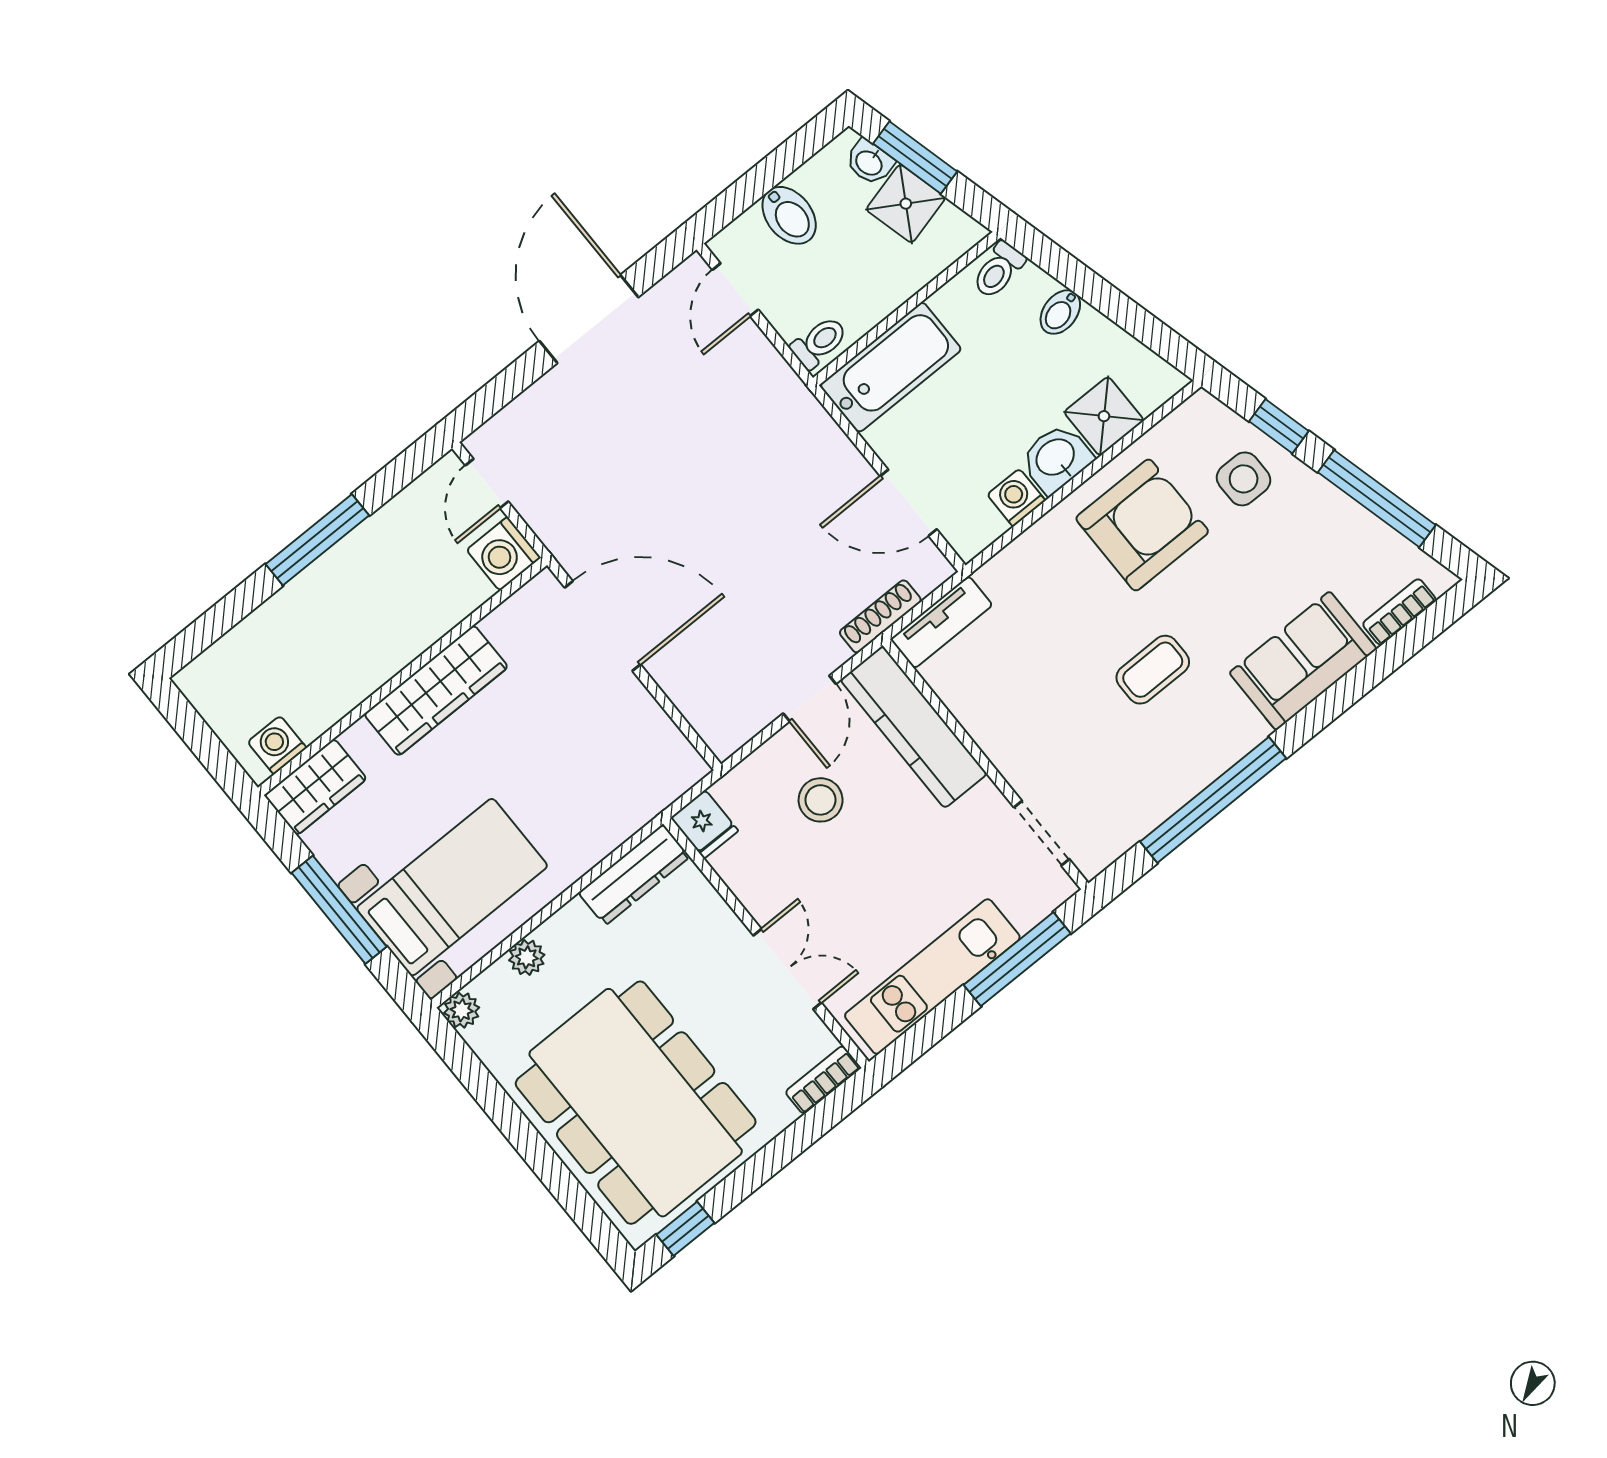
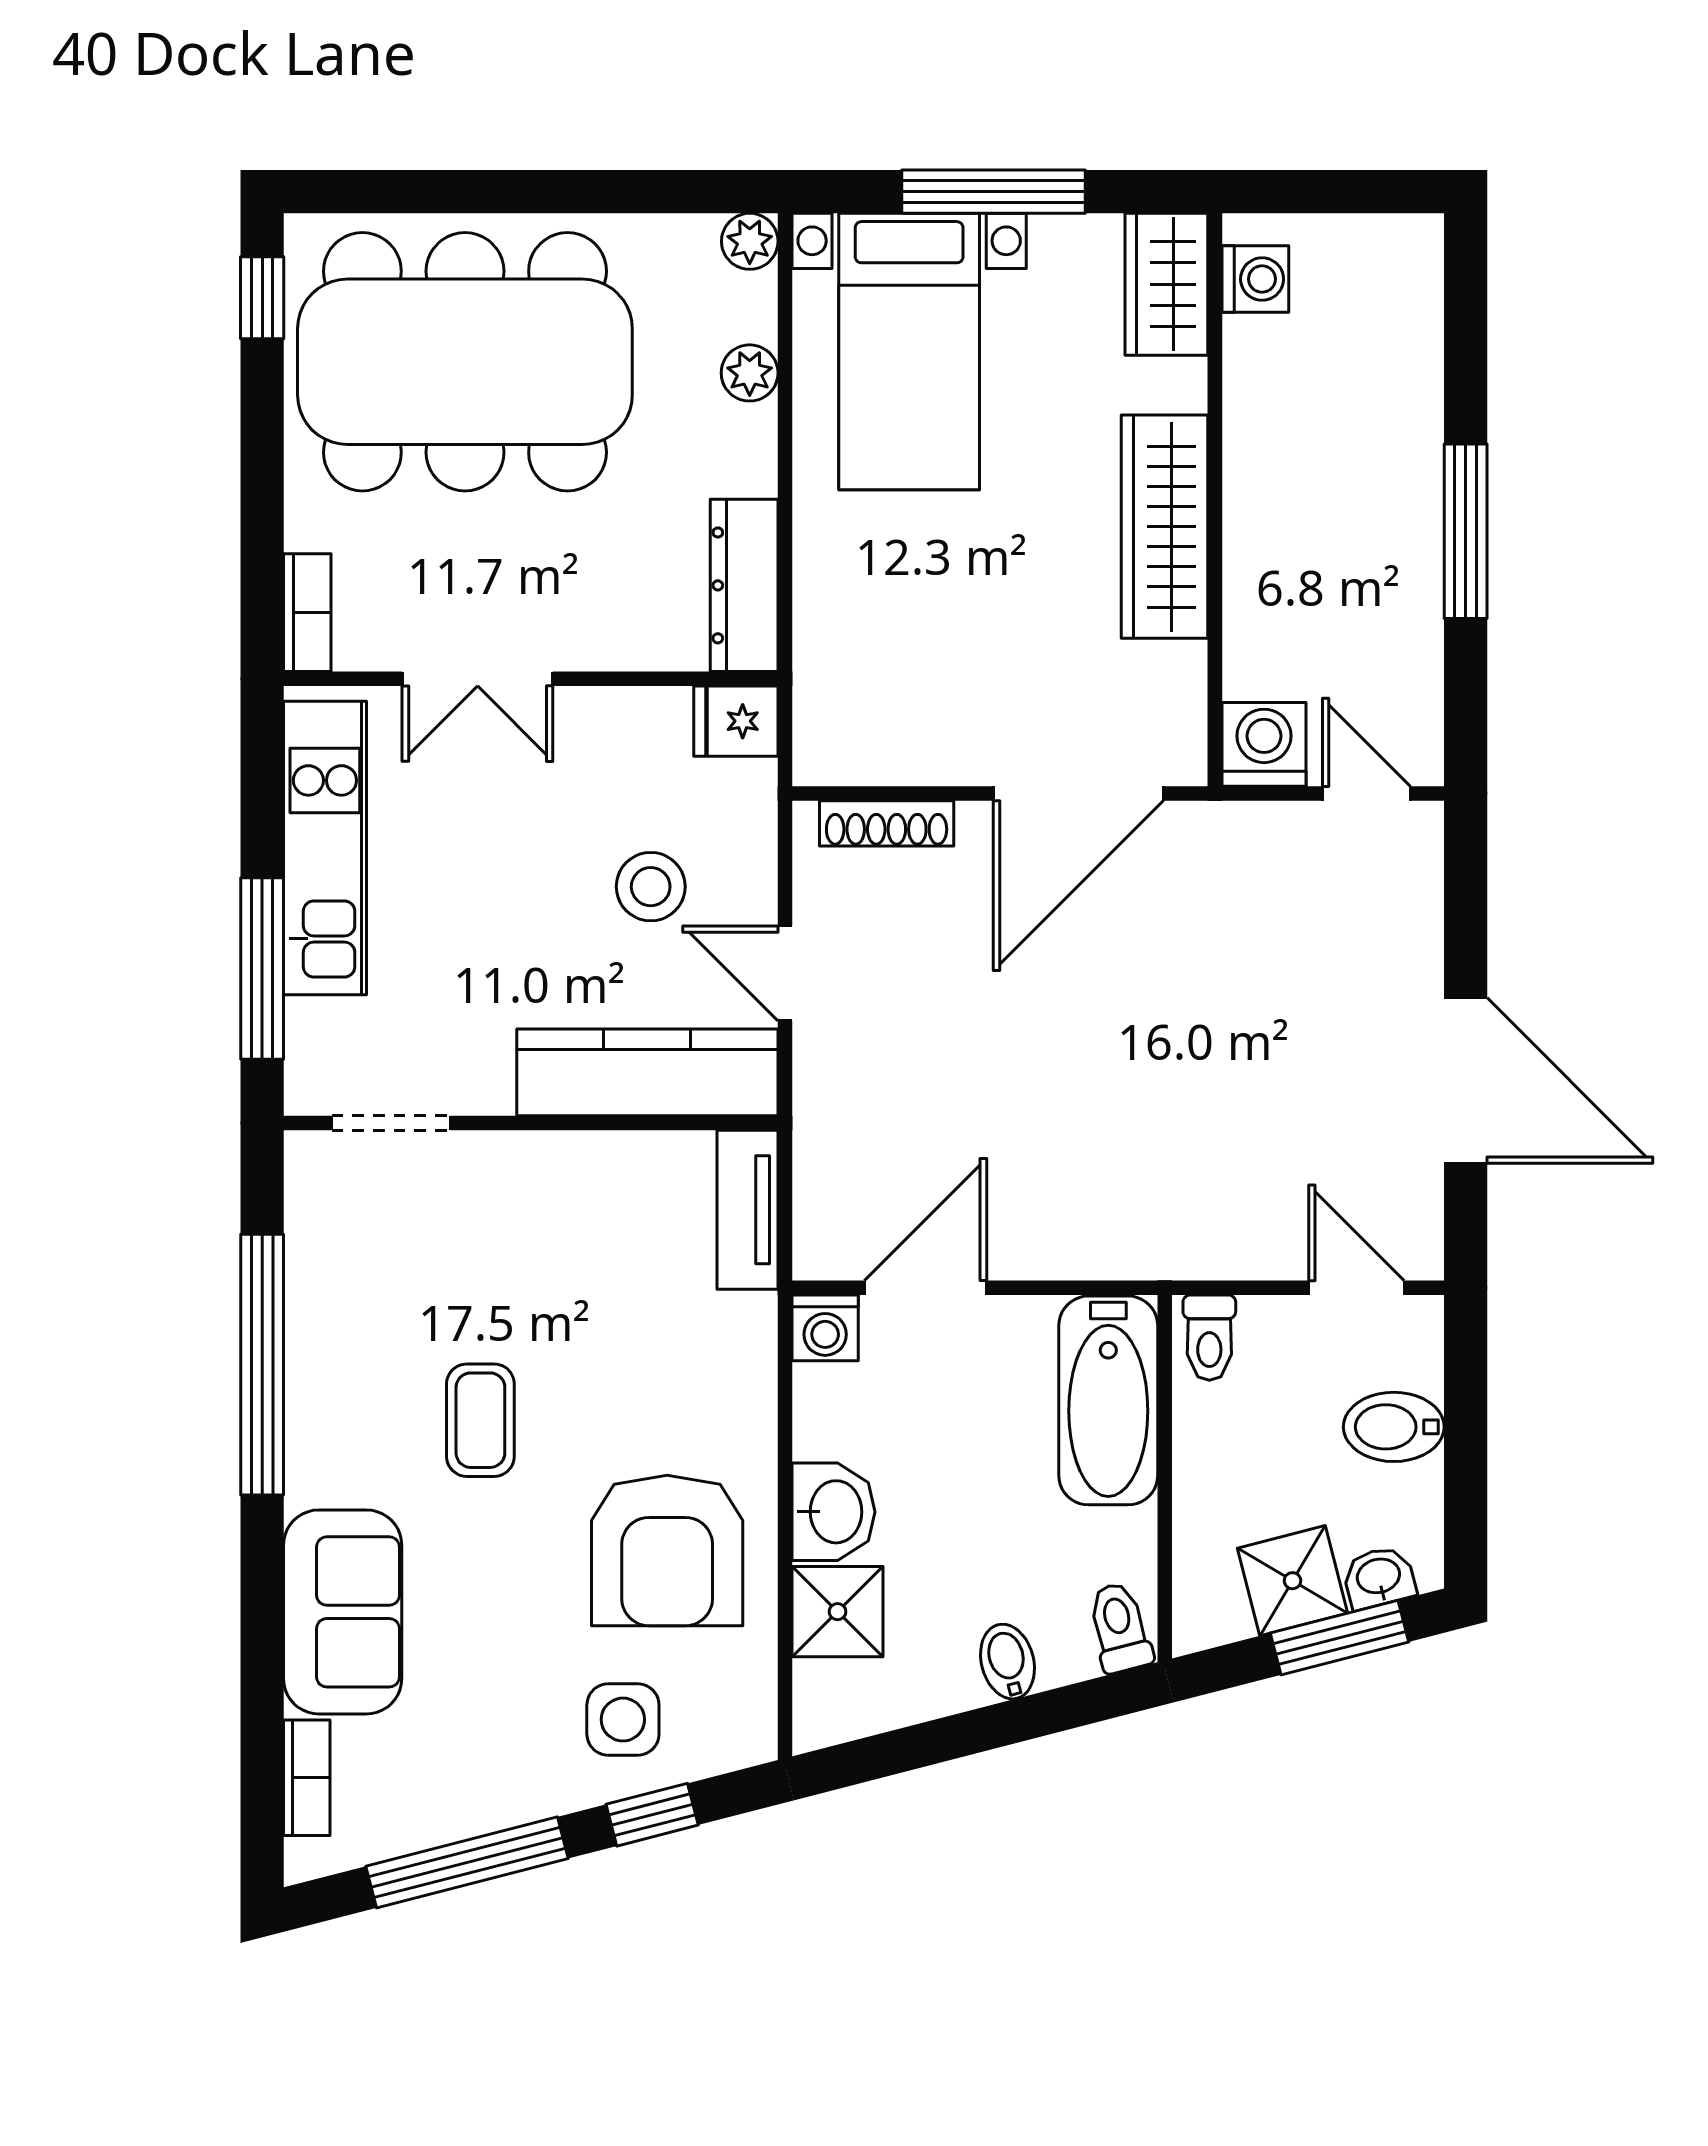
washing machine: (1016, 498) -> (825, 1328), moved, turned 90
shoe rack: (880, 616) -> (887, 823), moved, turned 90

